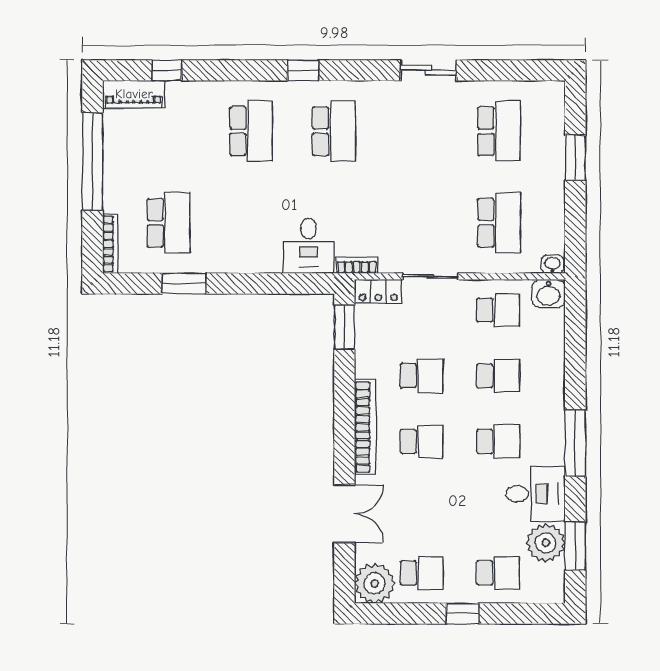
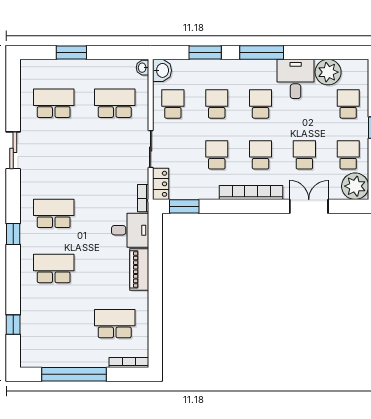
piano: (134, 94) -> (139, 269), moved, turned 180
window: (184, 283) -> (155, 313), removed
school desk: (422, 507) -> (304, 155), added
window: (575, 546) -> (205, 53), moved

